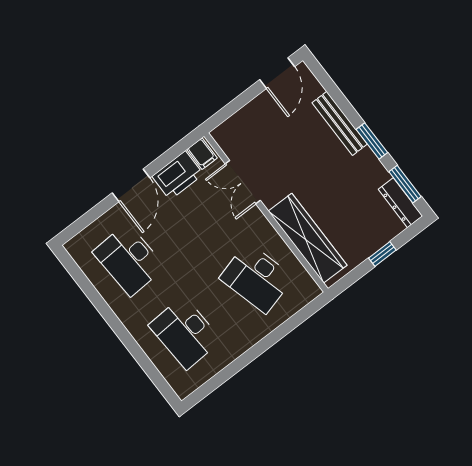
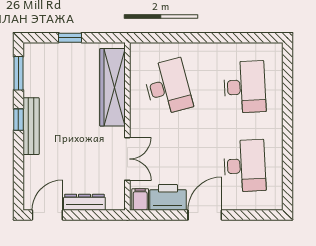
bench: (340, 123) -> (31, 126), moved
window: (372, 141) -> (18, 120), width x0.67
dresser: (400, 203) -> (84, 202), moved, turned -90

